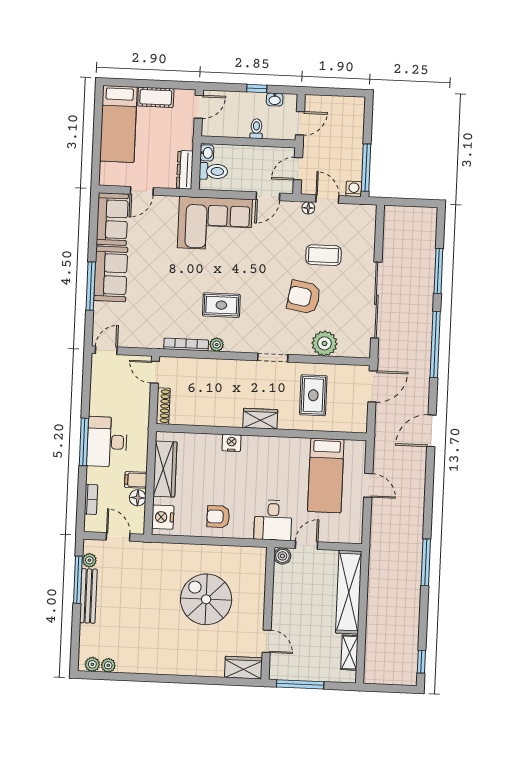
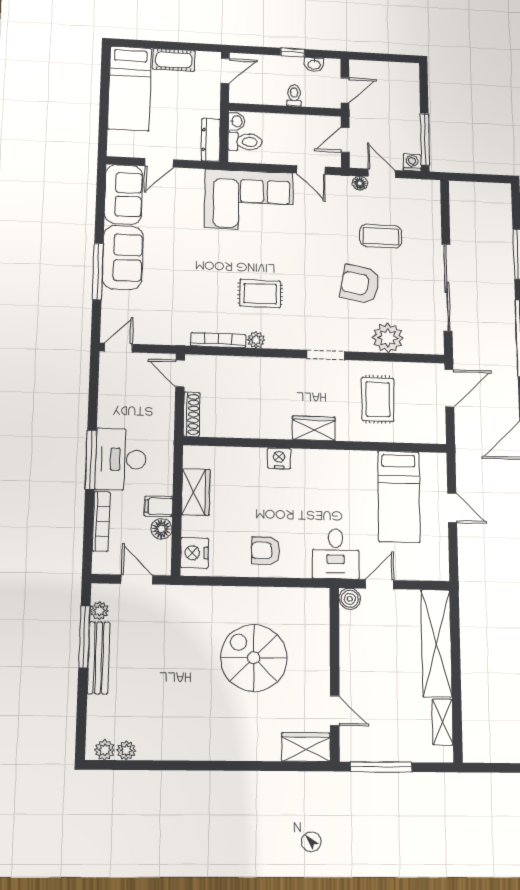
door: (268, 196) -> (311, 170), hinge flipped
wardrobe: (165, 469) -> (196, 492), width x0.67
bookcase: (91, 499) -> (101, 521), width x1.56

